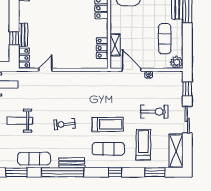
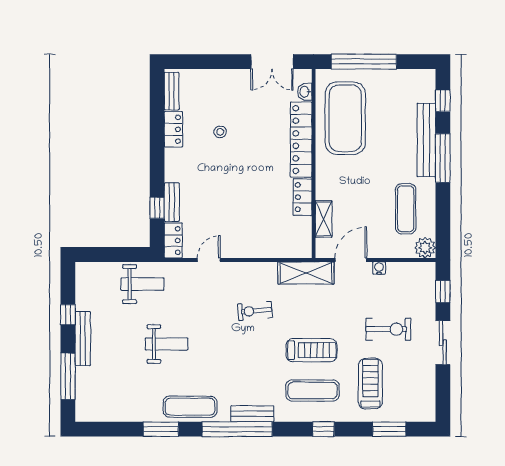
locker: (102, 48) -> (302, 197), moved
door: (132, 70) -> (351, 260), hinge flipped
weight bench: (20, 121) -> (167, 344), turned 180
exercise bike: (65, 124) -> (255, 311), moved
shelving: (176, 151) -> (306, 273), moved, turned 90

